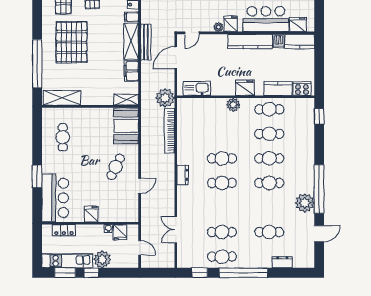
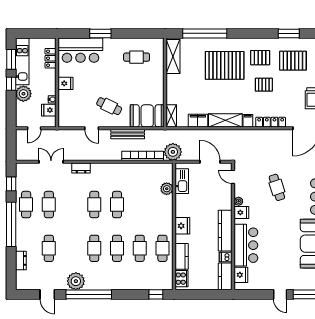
bench: (146, 42) -> (128, 134), moved
plant: (233, 105) -> (167, 189), moved
dresser: (183, 175) -> (81, 168), moved

